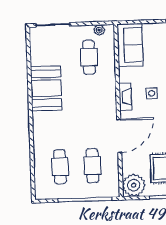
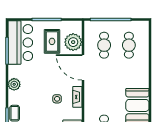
door: (119, 136) -> (83, 67), hinge flipped
plant: (134, 185) -> (73, 42), moved

